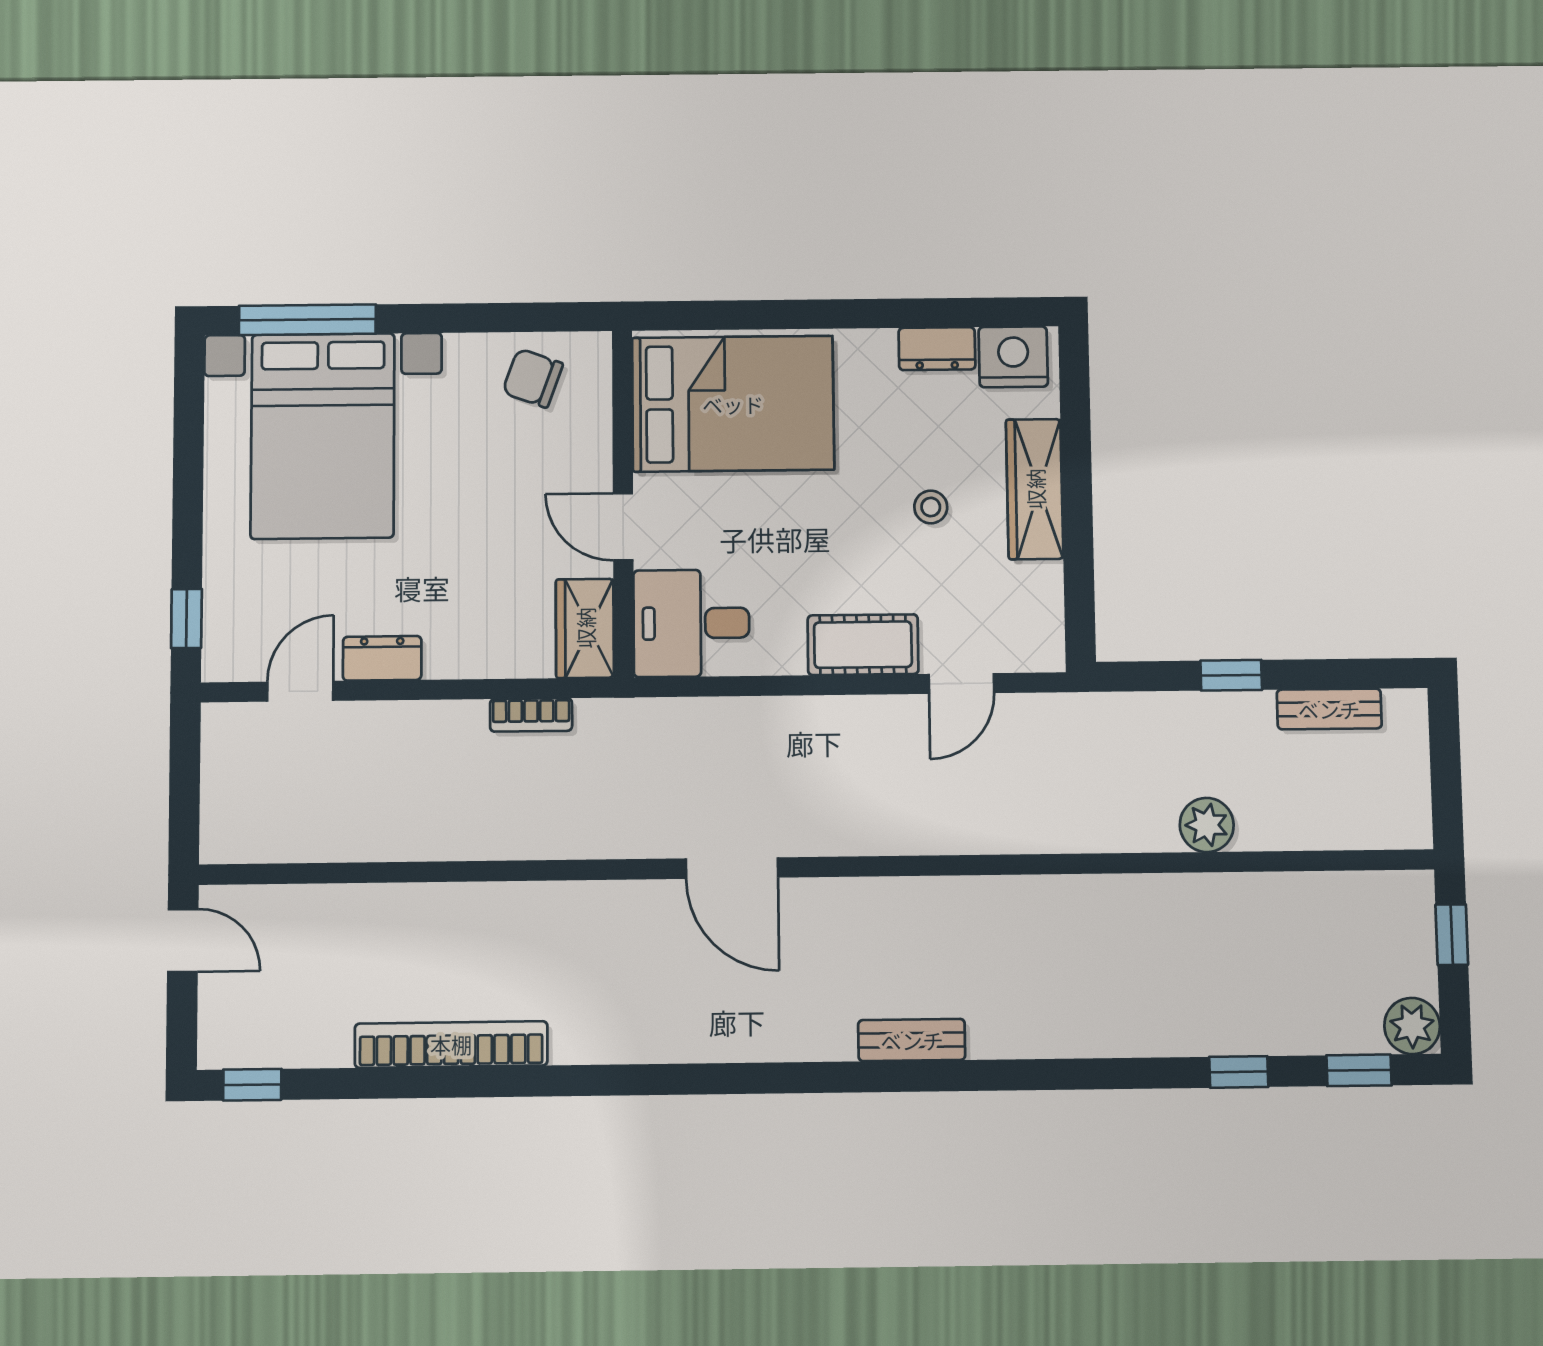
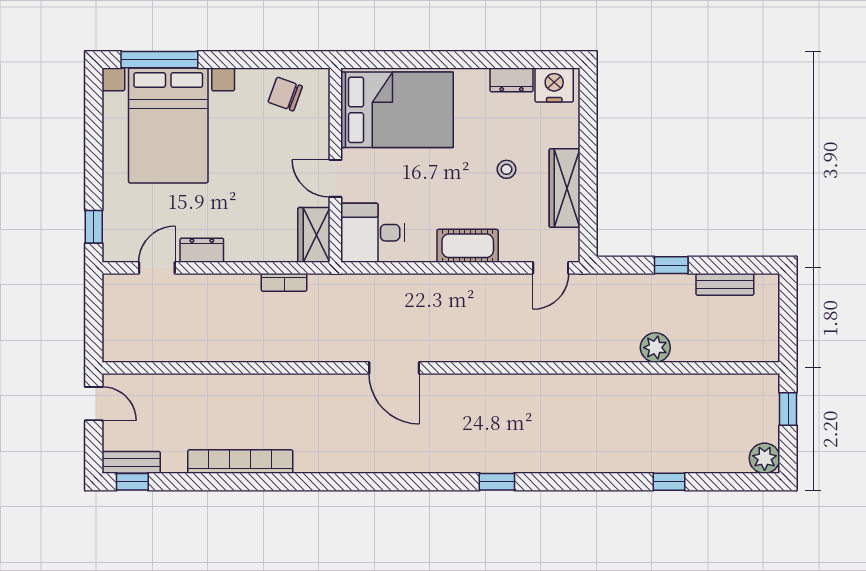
wardrobe: (1035, 489) -> (565, 188), moved
door: (961, 683) -> (551, 268), moved
bench: (912, 1040) -> (131, 462), moved
window: (1359, 1070) -> (497, 482), moved

